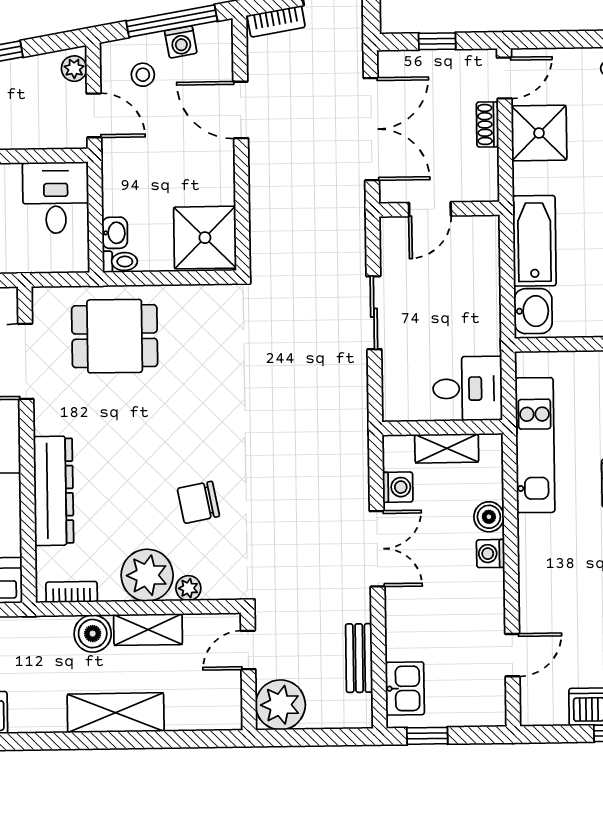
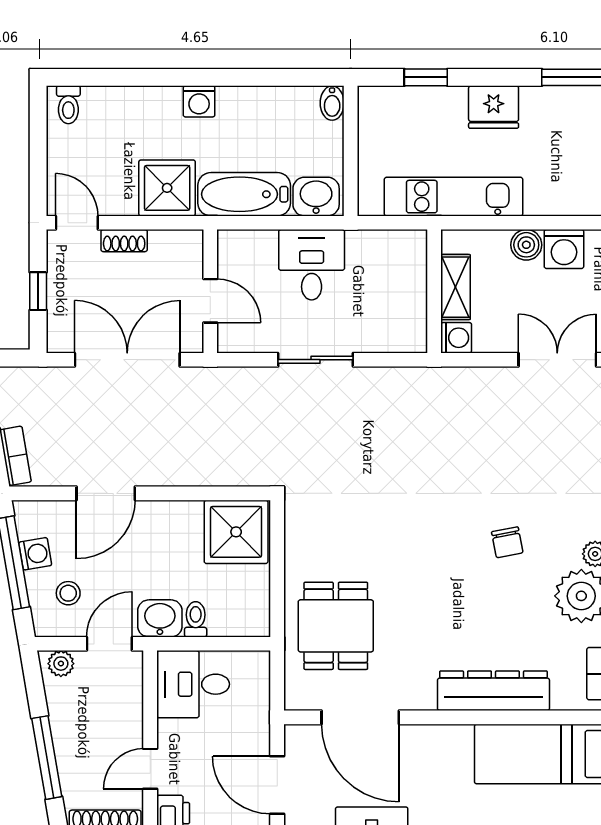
shower: (539, 133) -> (167, 188), moved
washbasin: (115, 233) -> (160, 618), moved, width x1.38, depth x1.45
toilet: (120, 262) -> (196, 619), moved
desk: (468, 389) -> (312, 265), moved
washing machine: (398, 487) -> (456, 338), moved, turned 90
chair: (198, 502) -> (507, 542), width x0.73, depth x0.73
washing machine: (491, 554) -> (564, 249), width x1.38, depth x1.38

